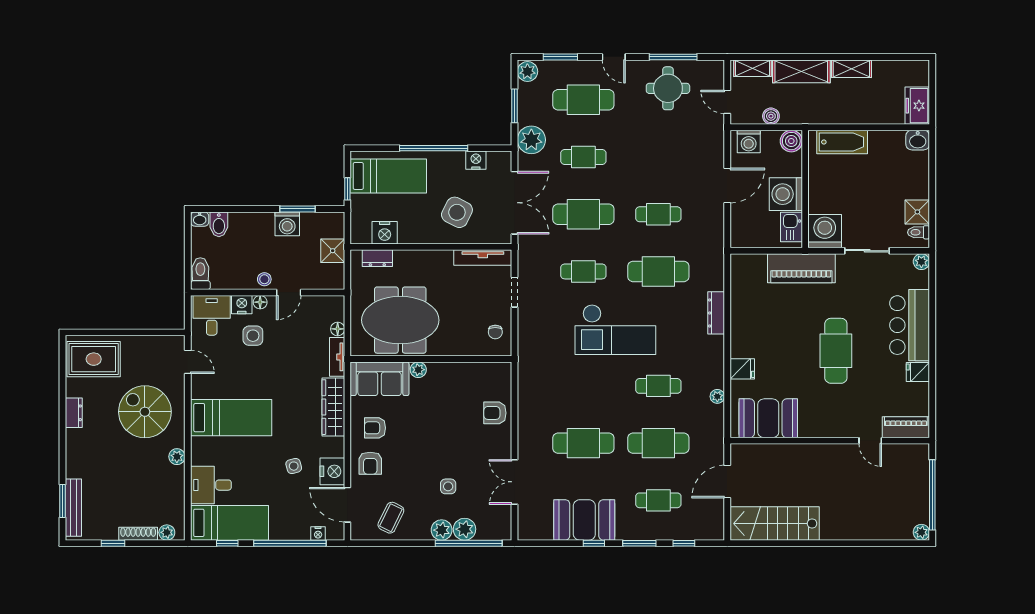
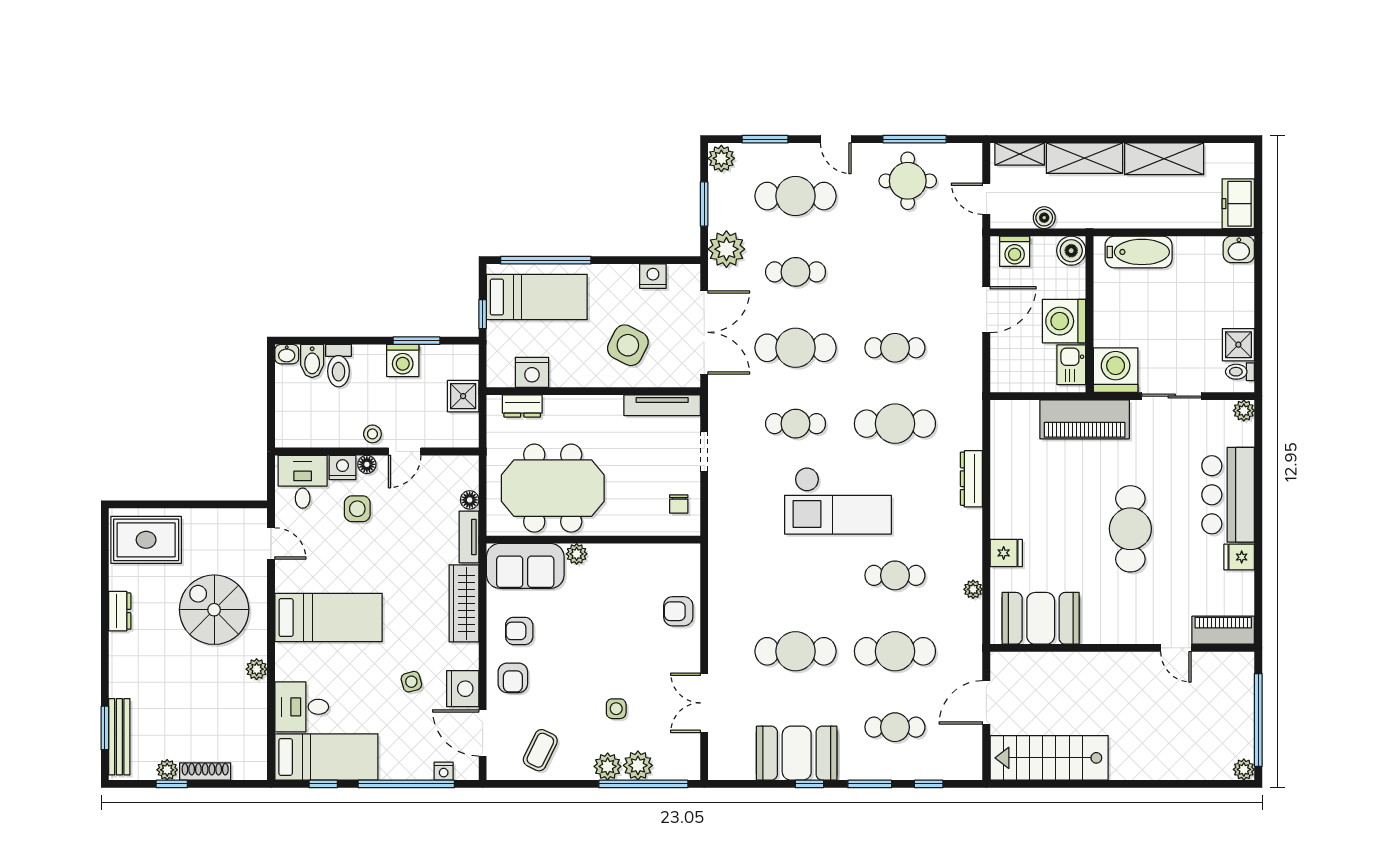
shelving: (851, 69) -> (1164, 159), width x1.50, depth x1.33
window: (434, 148) -> (546, 260), moved
toilet: (200, 274) -> (339, 366), moved, turned 180
plant: (167, 532) -> (167, 770), moved

